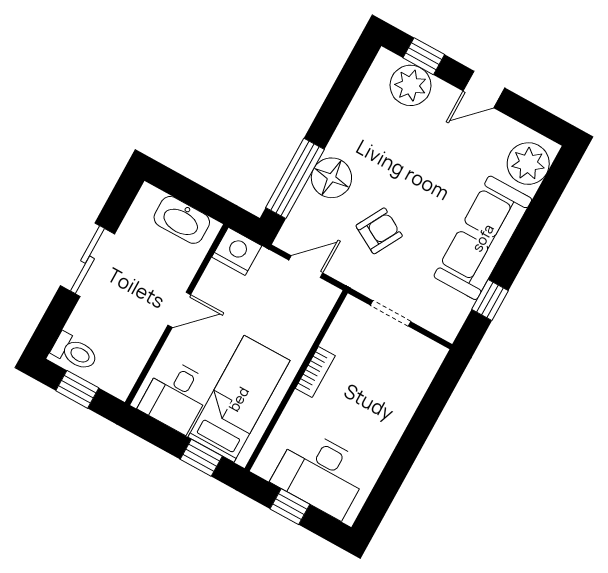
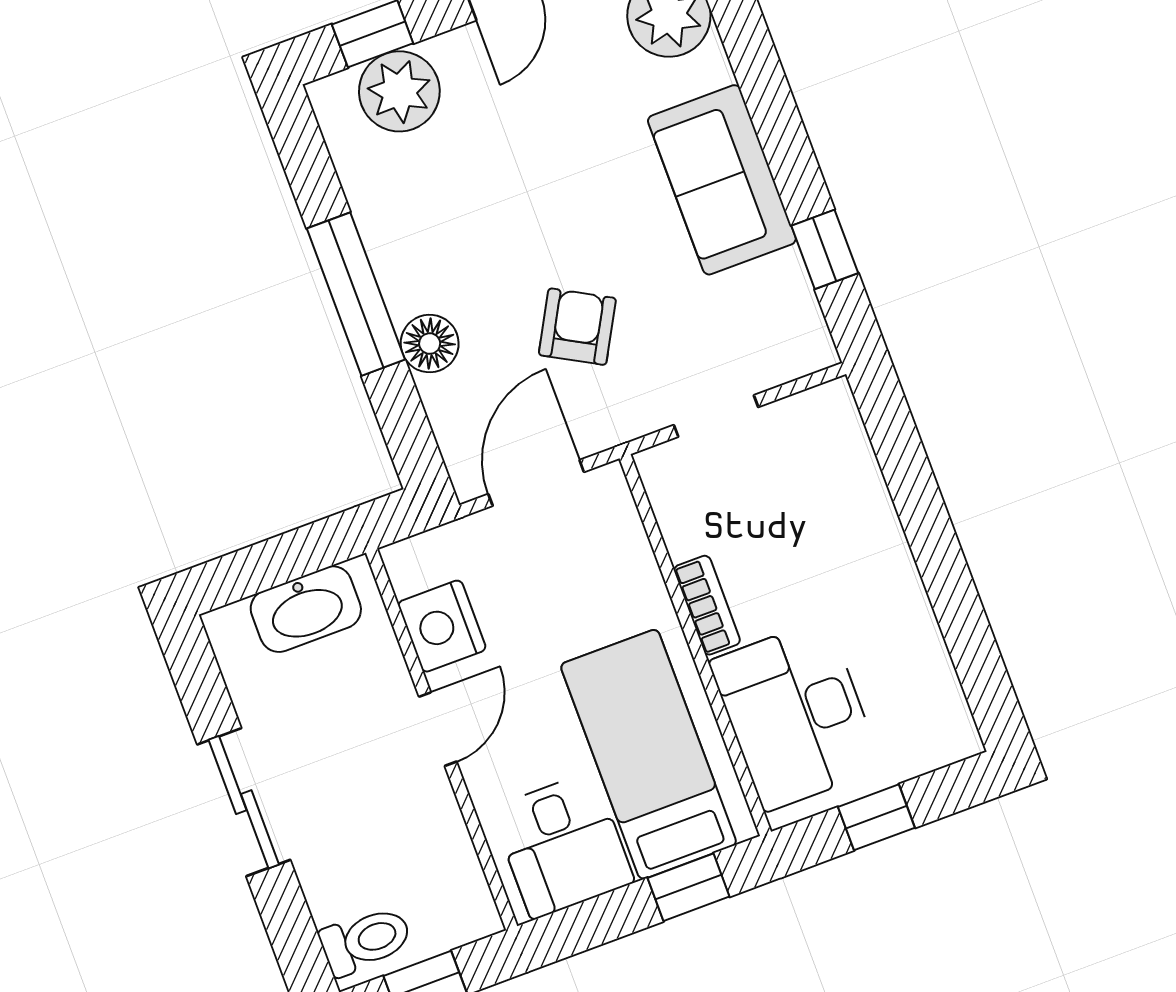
window: (295, 178) -> (356, 294), moved
floor lamp: (331, 178) -> (430, 344), width x0.73, depth x0.73
sofa: (483, 238) -> (722, 180), width x0.73
nightstand: (237, 251) -> (442, 626), moved, turned -90
door: (306, 267) -> (536, 483), width x1.38
desk: (321, 474) -> (796, 715), moved, turned 90

